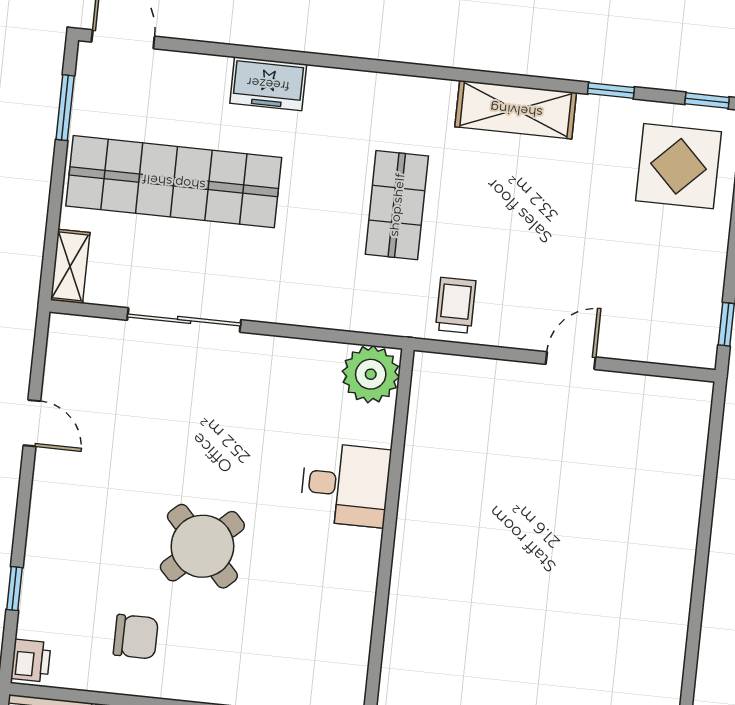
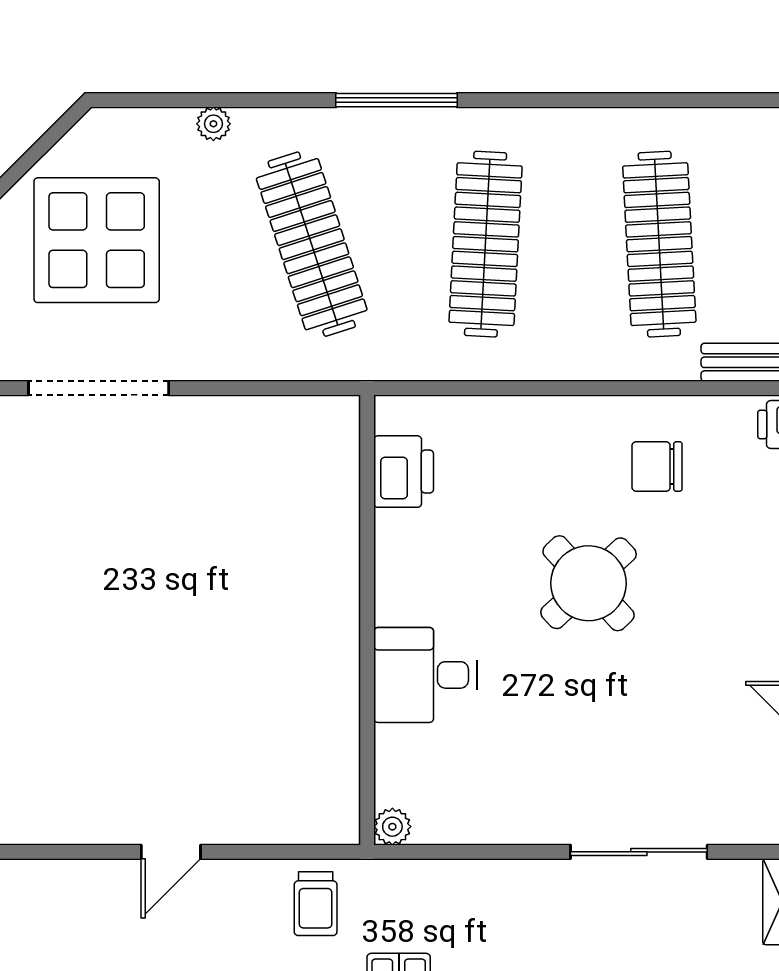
plant: (371, 374) -> (392, 827), width x0.53, depth x0.53
printer: (345, 654) -> (404, 472), added

